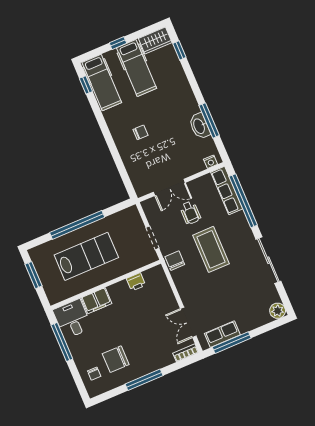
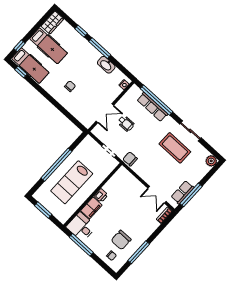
window: (118, 43) -> (19, 46), moved
window: (179, 50) -> (81, 31), moved
window: (209, 120) -> (100, 48), moved
row of seats: (227, 191) -> (152, 107), moved
coffee table: (211, 249) -> (175, 148), moved
lab bench: (86, 256) -> (72, 182), turned 180
sliding door: (268, 260) -> (190, 131), width x0.73
printer: (136, 282) -> (101, 195), moved
window: (144, 380) -> (139, 252), moved

